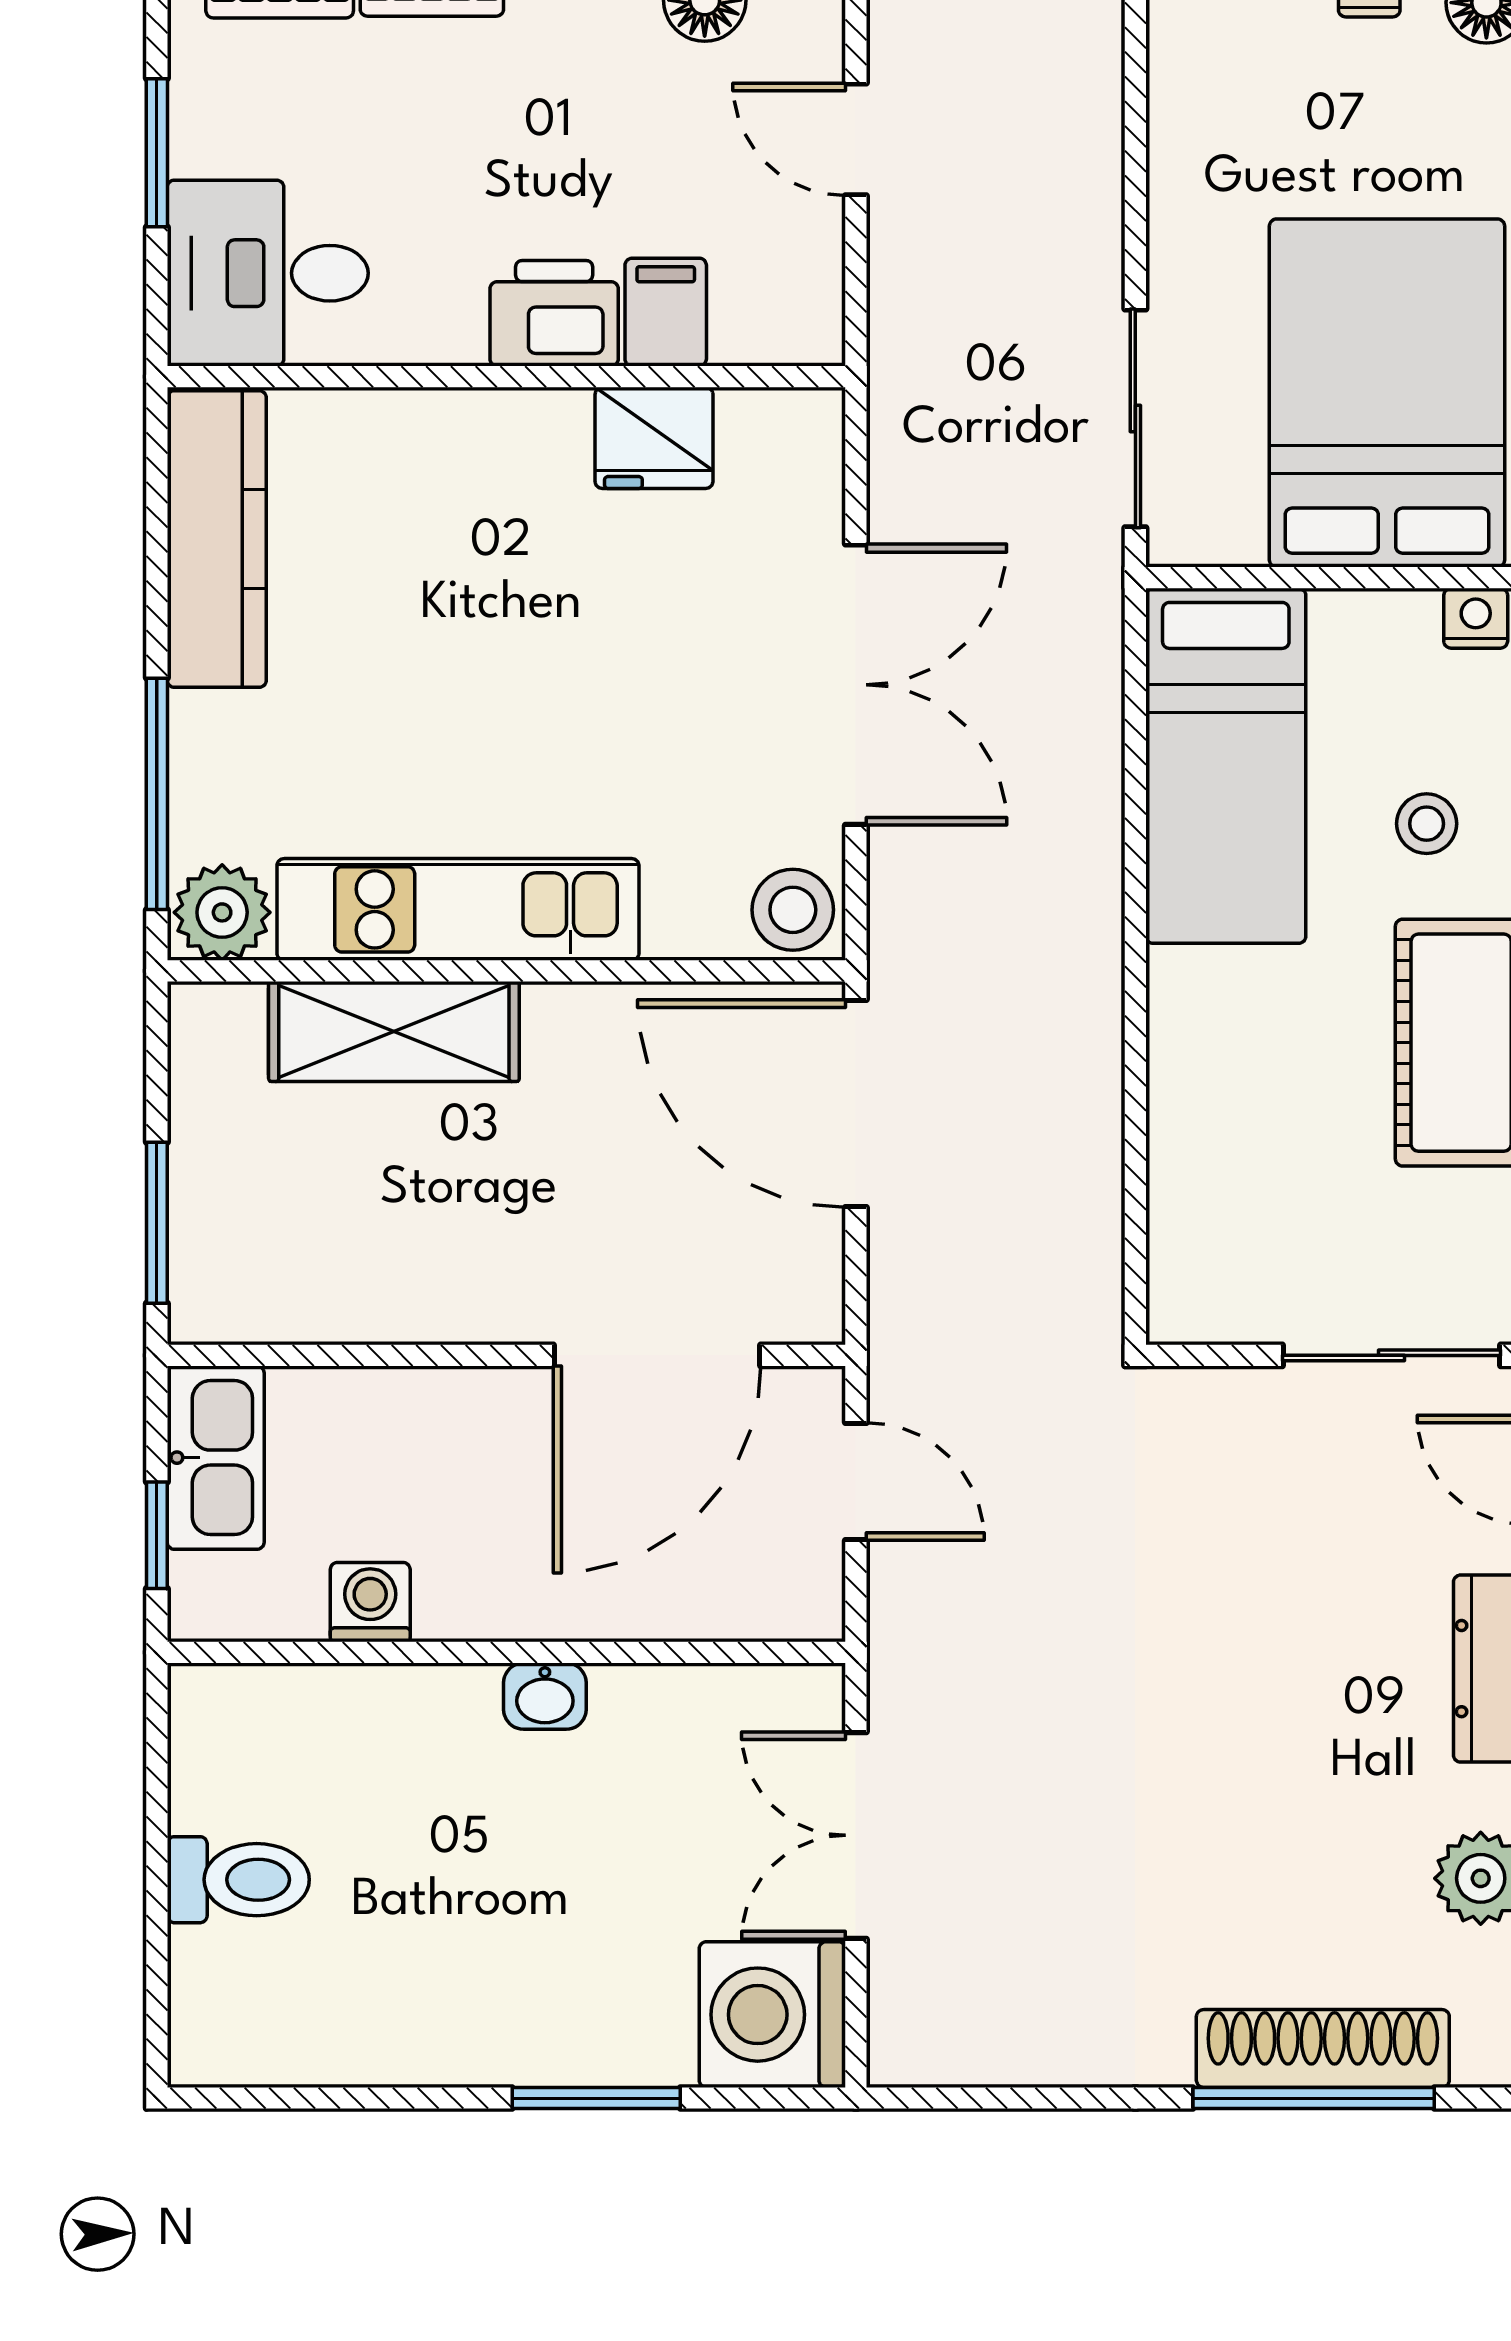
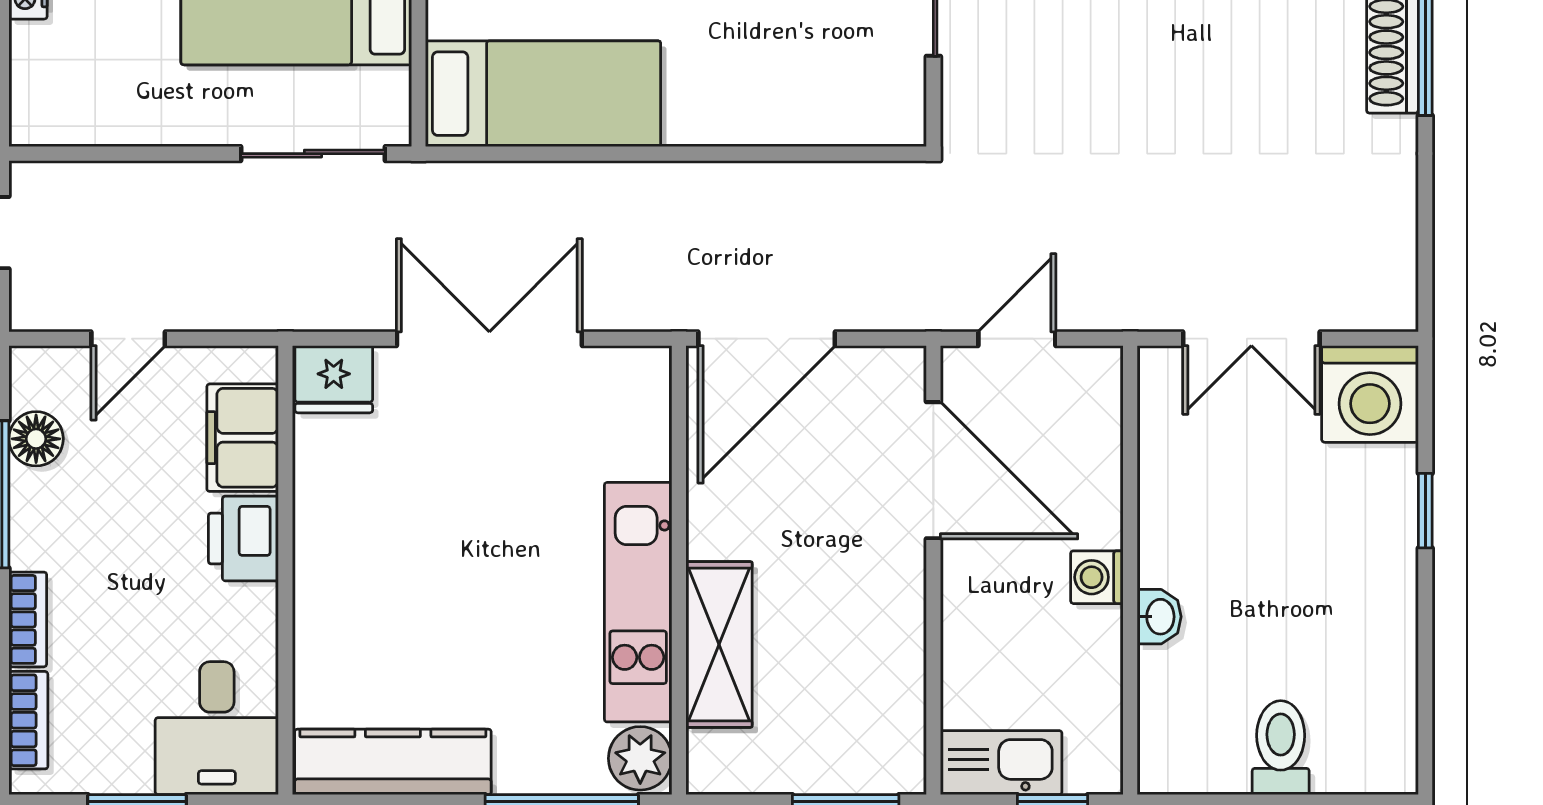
filing cabinet: (666, 312) -> (243, 438), width x2.00
fridge: (654, 438) -> (334, 379), moved, turned 90
stool: (793, 910) -> (638, 380), removed
washing machine: (370, 1602) -> (1097, 577), moved
washbasin: (545, 1696) -> (1159, 617), moved
window: (596, 2098) -> (1425, 511), width x0.67

